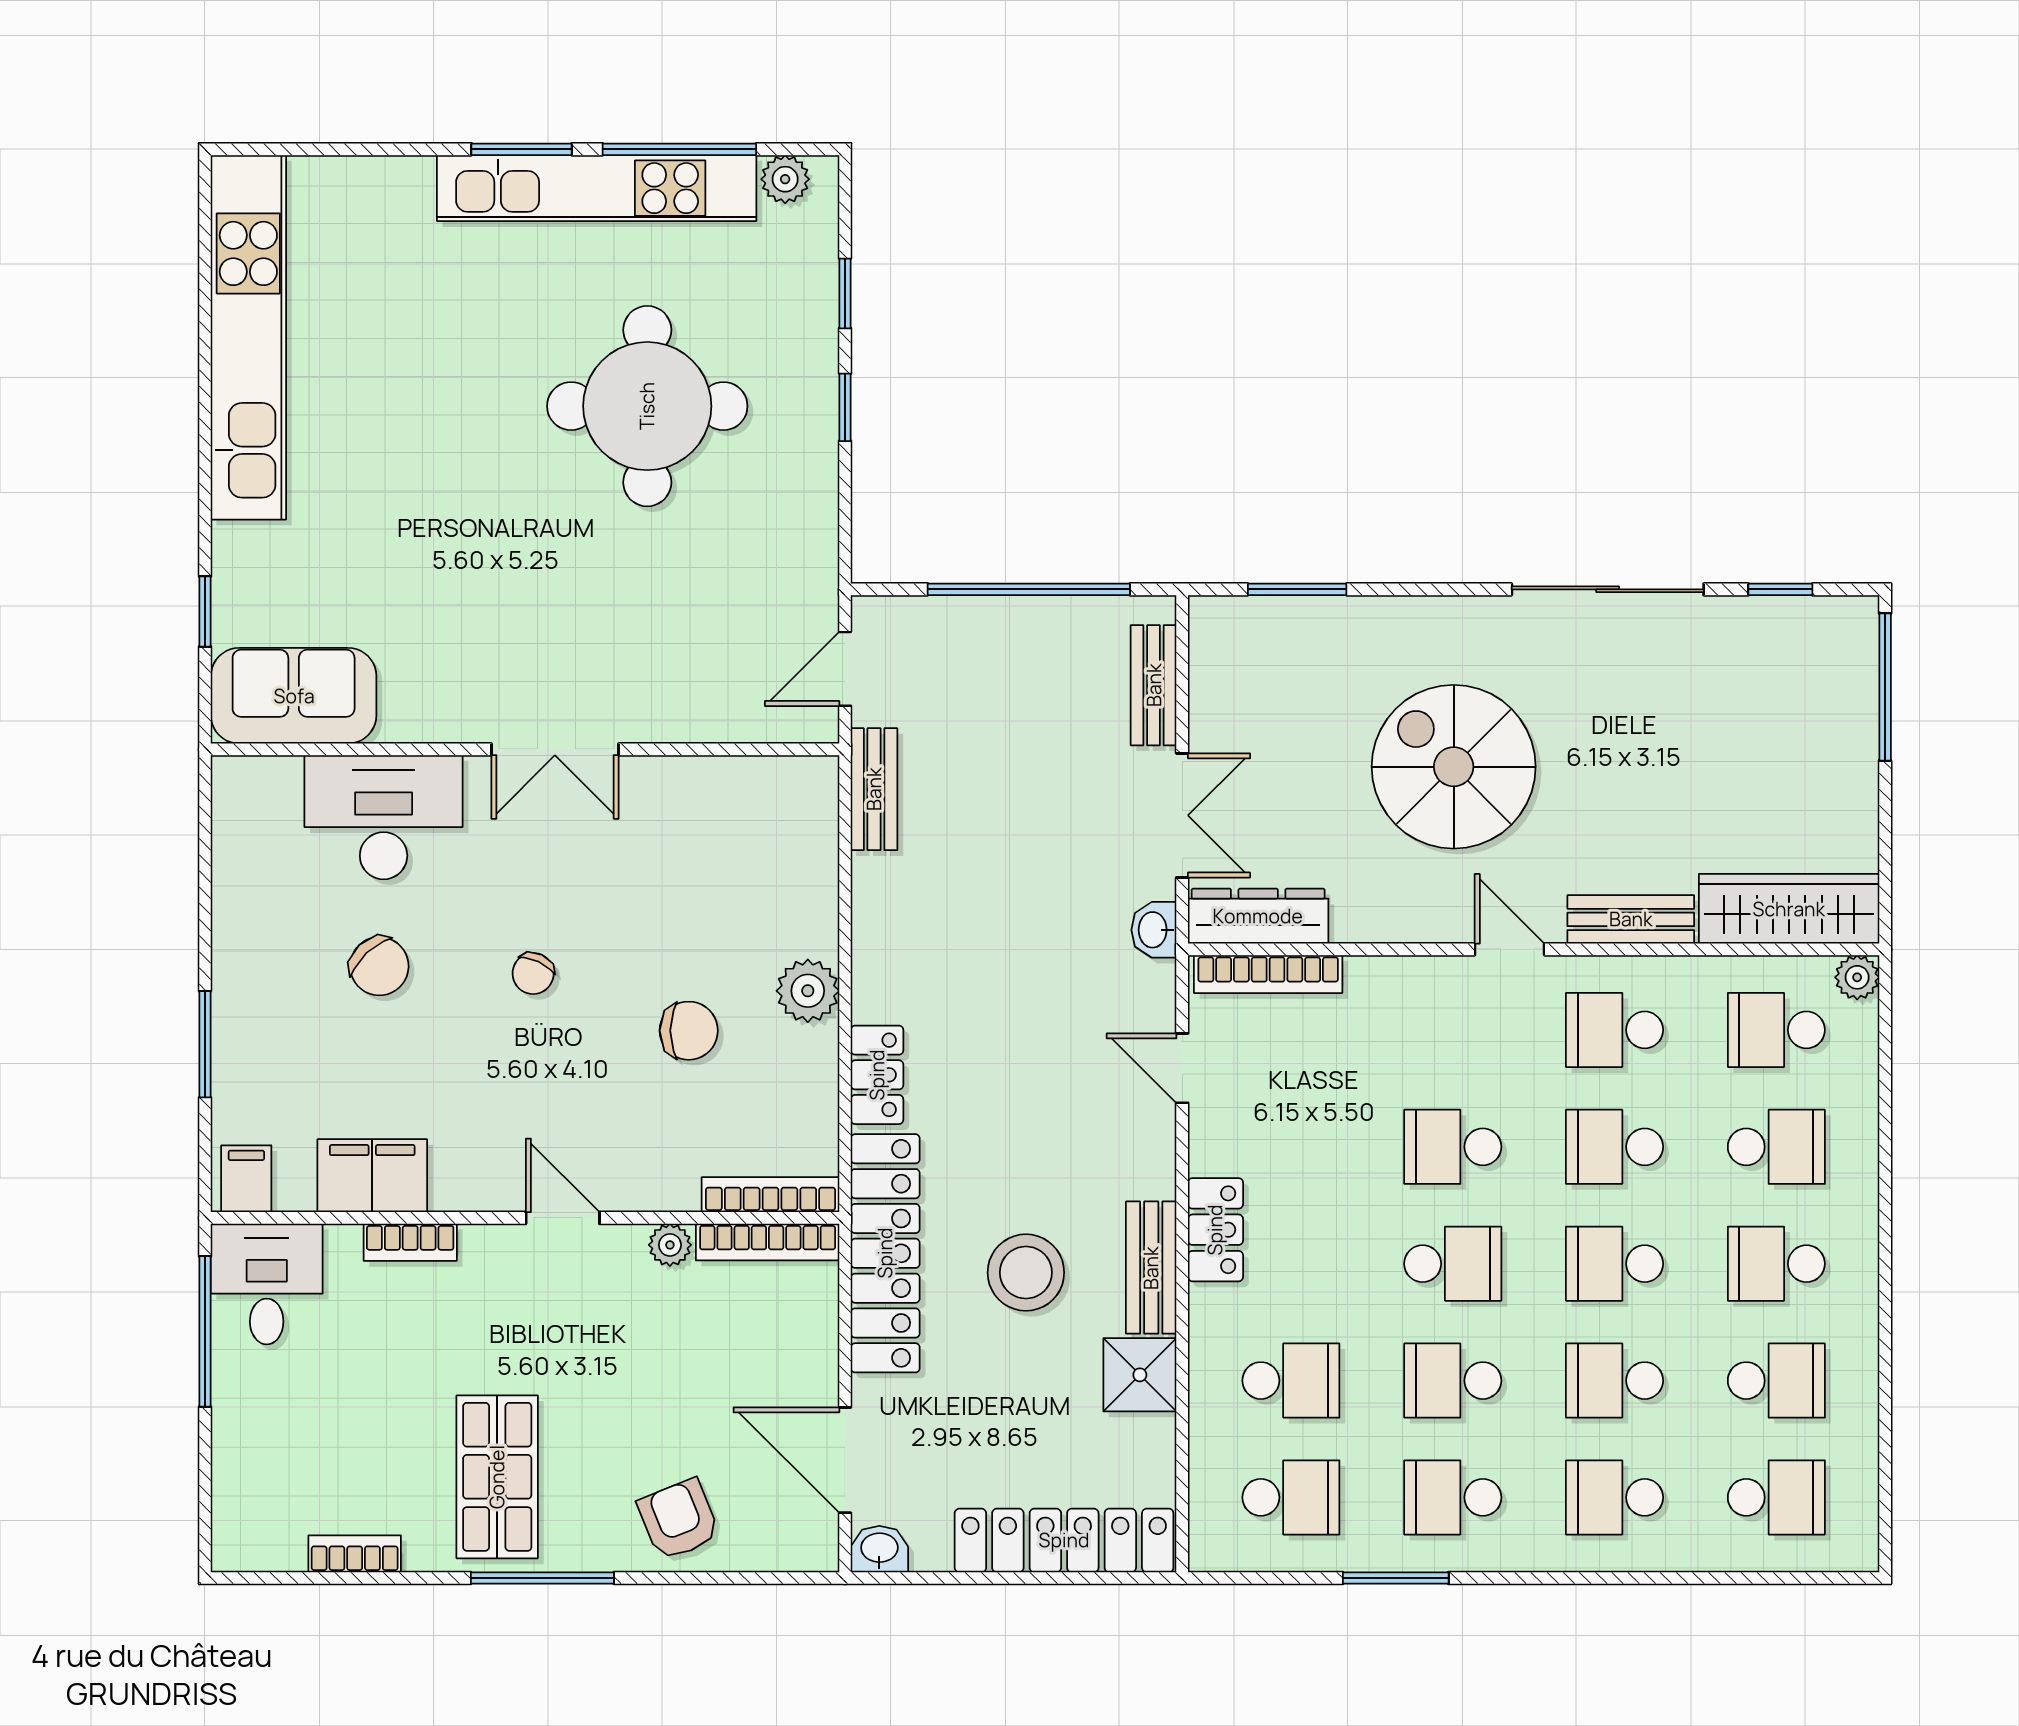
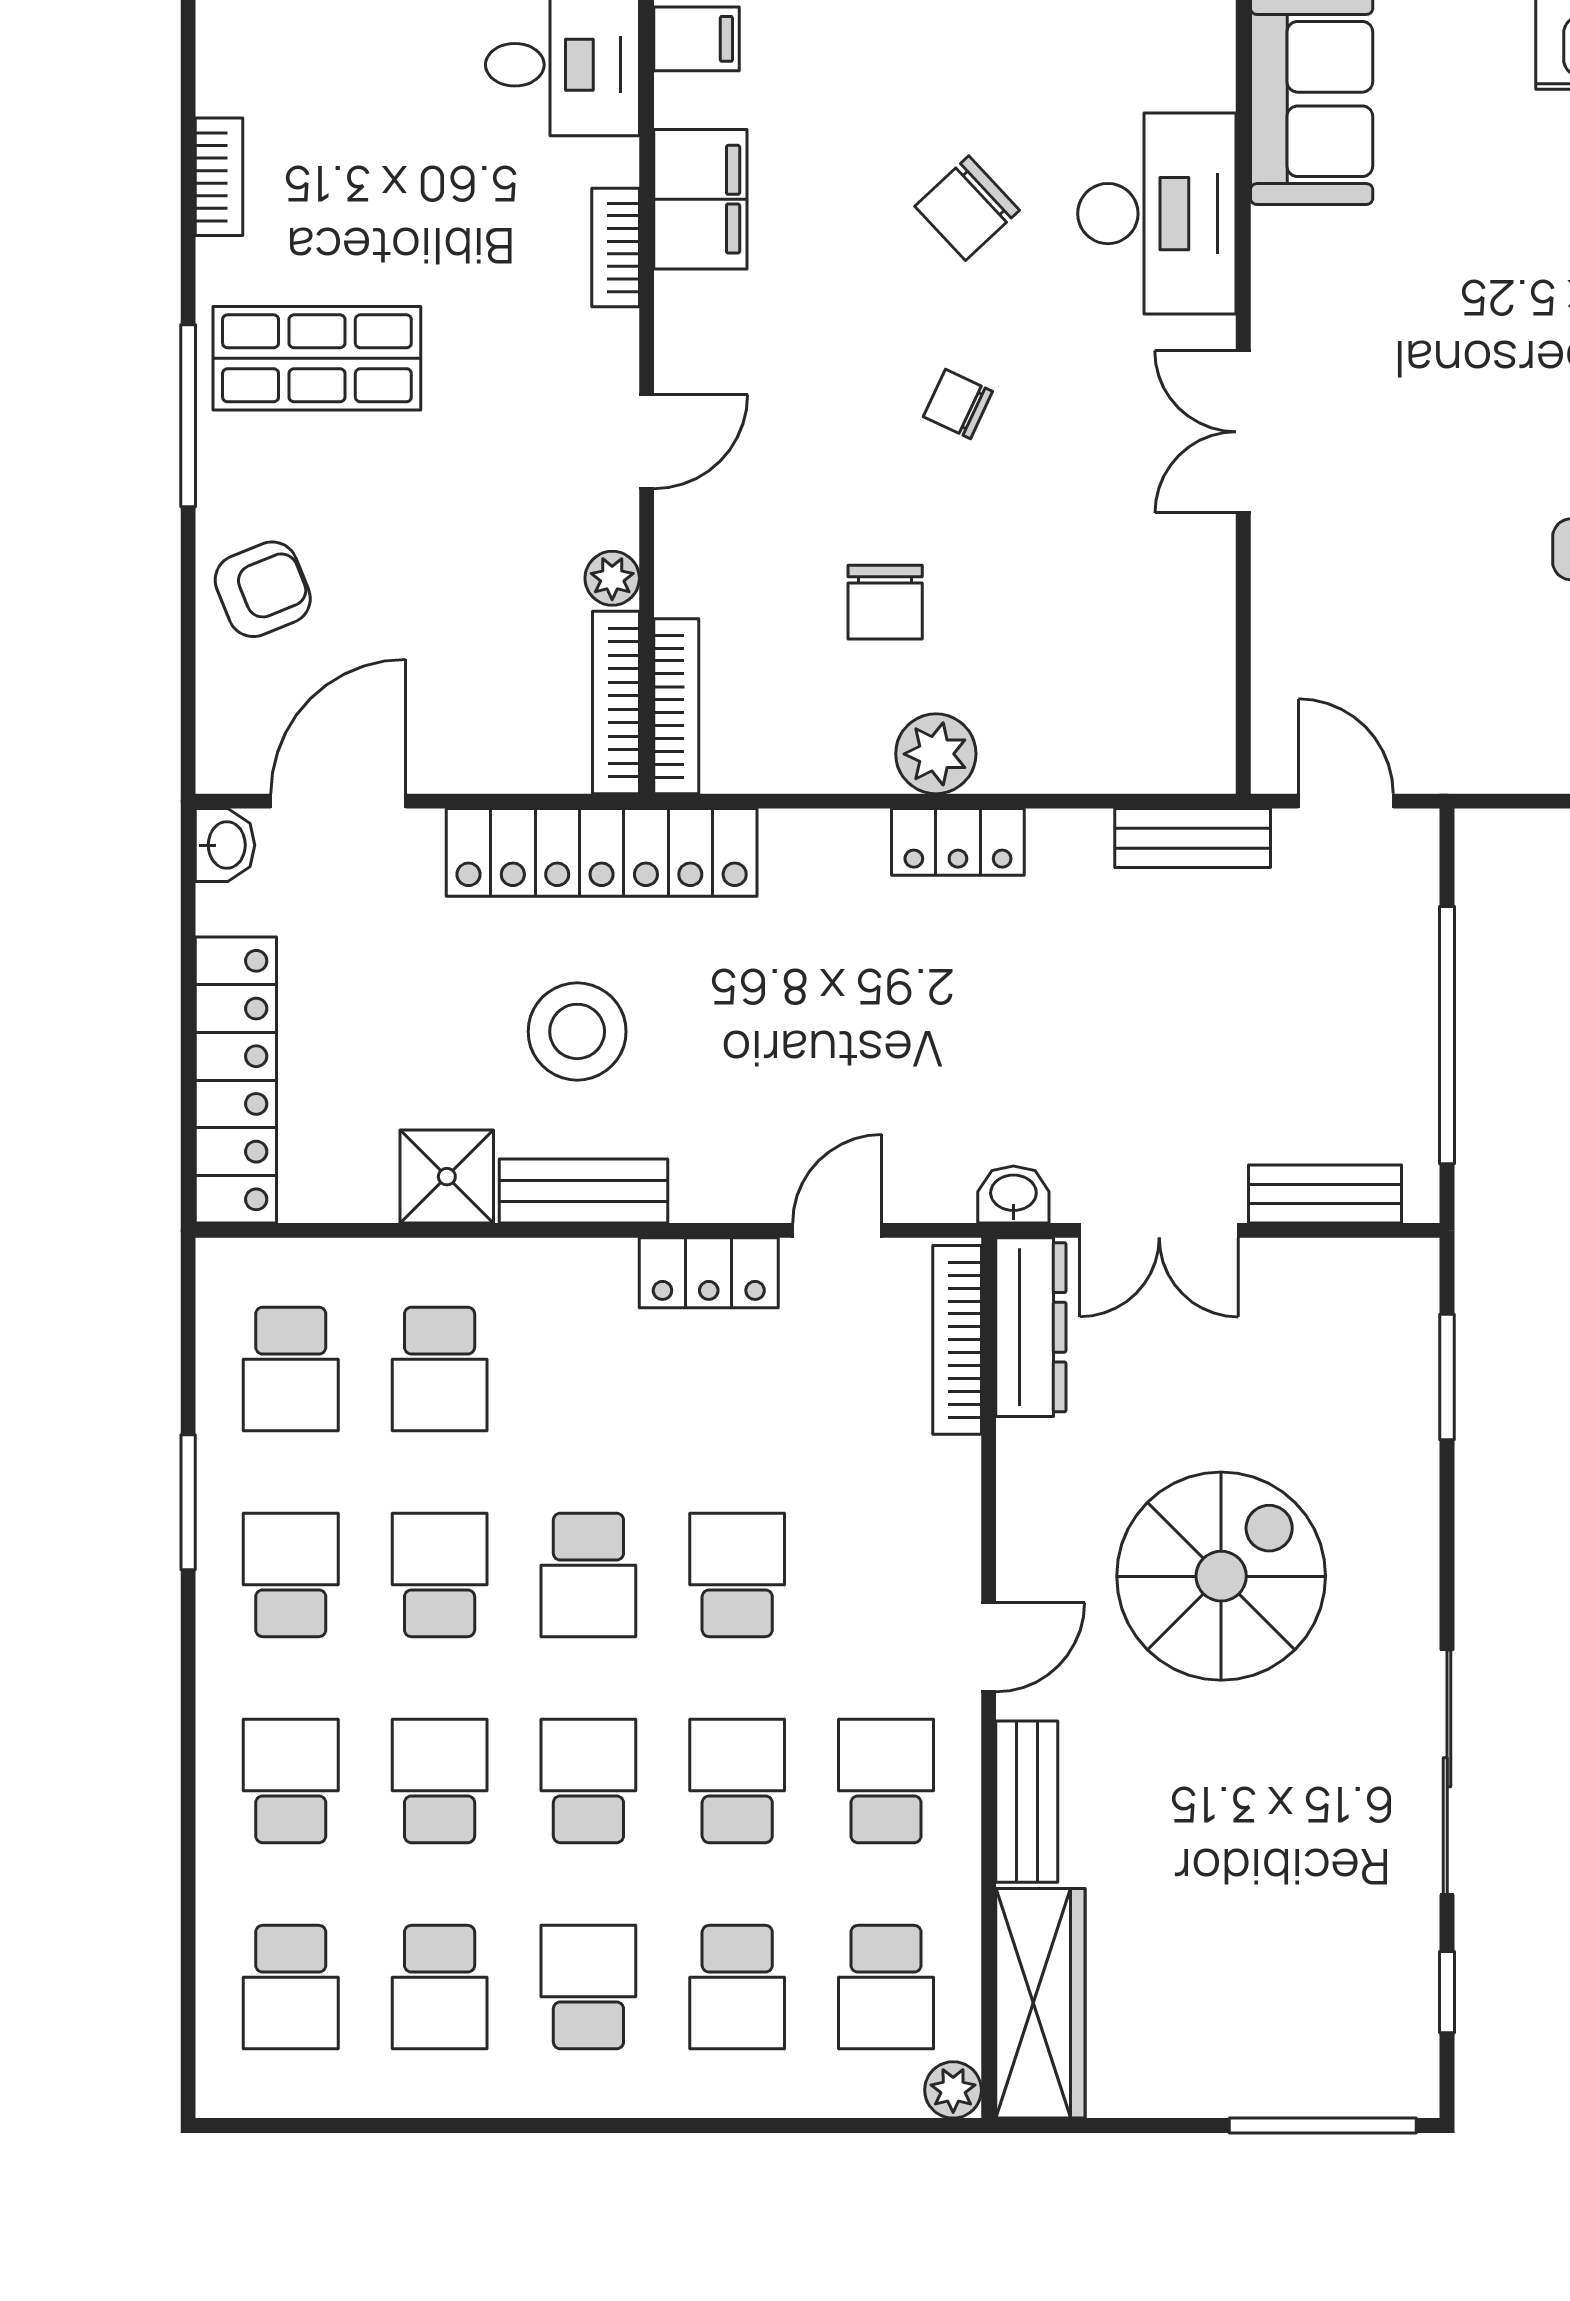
school desk: (1776, 1030) -> (886, 1987), turned 180
locker: (877, 1075) -> (958, 842), moved
locker: (1215, 1230) -> (709, 1273), moved

